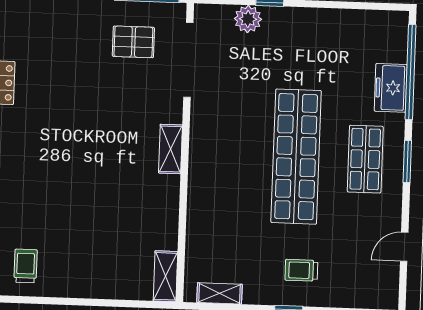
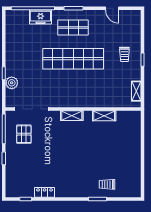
trolley: (26, 266) -> (107, 184), moved
shelving: (165, 276) -> (104, 116), moved

